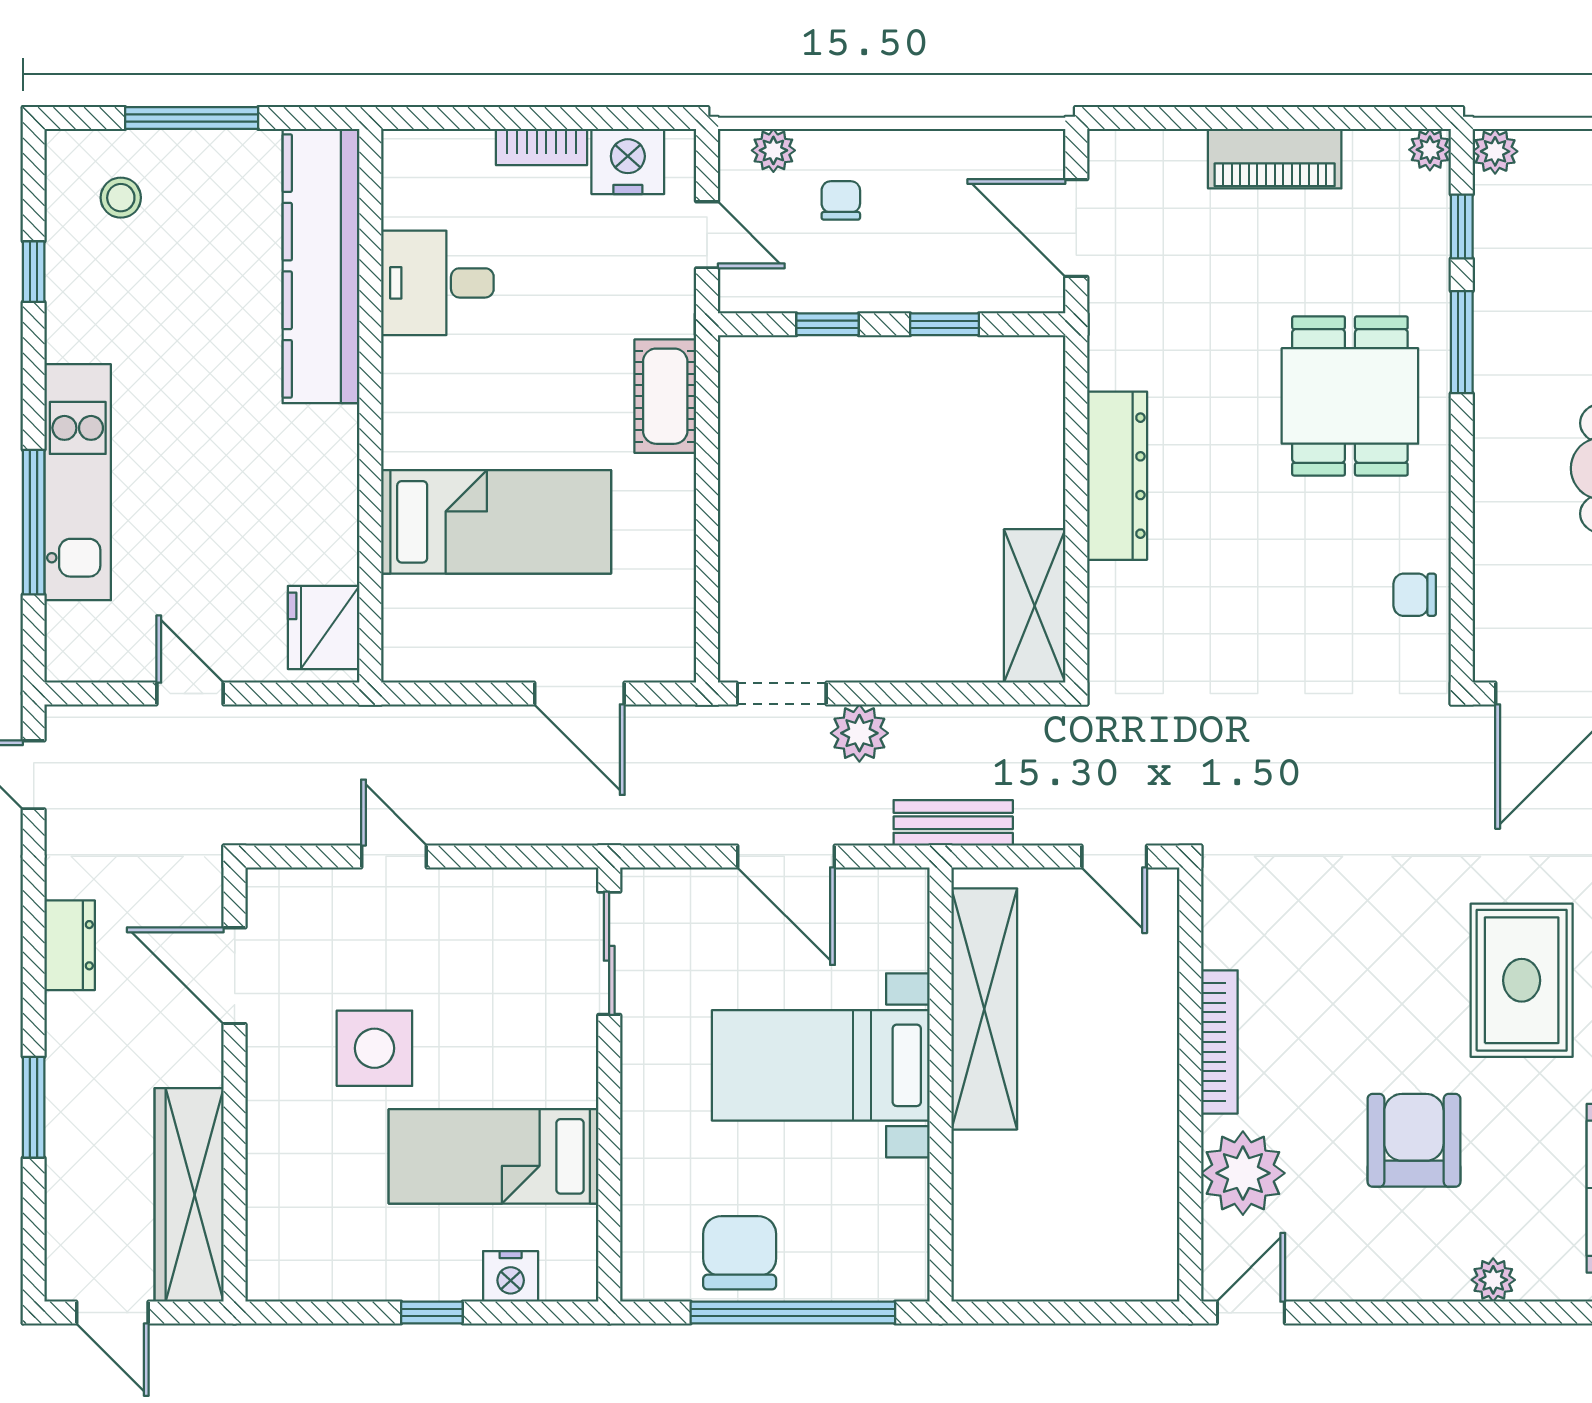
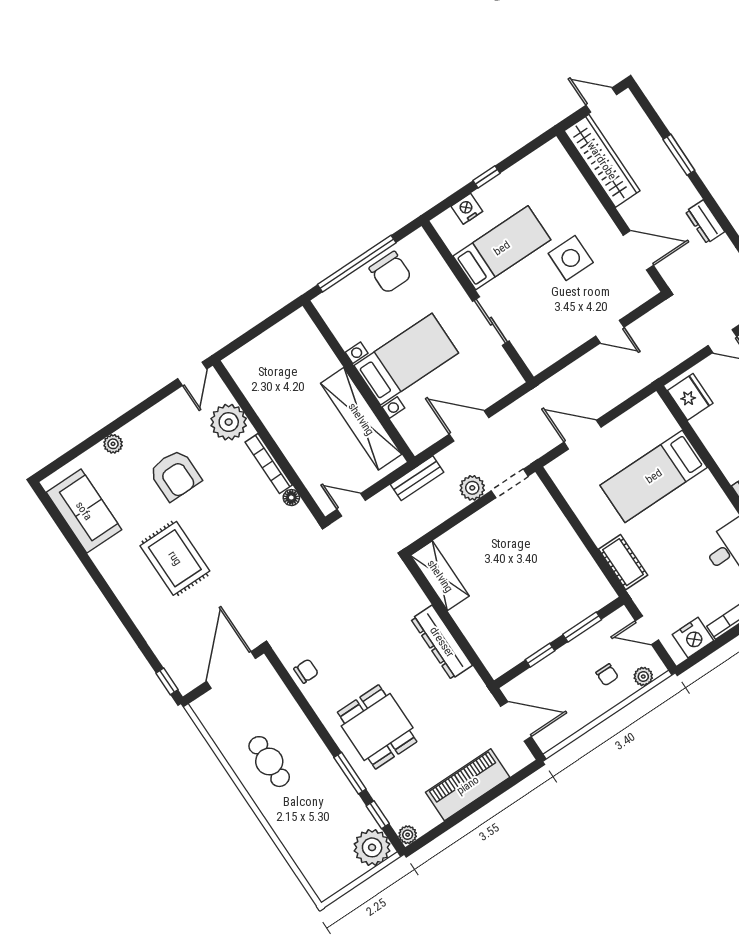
plant: (1495, 151) -> (372, 847), width x1.88, depth x1.88
piano: (1275, 159) -> (468, 785), width x1.37, depth x1.33
window: (827, 324) -> (582, 627), width x1.50
floor lamp: (1220, 947) -> (291, 498), added
sliding door: (609, 953) -> (491, 321), moved

